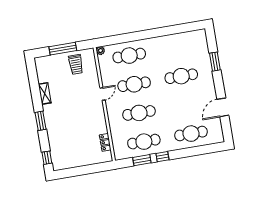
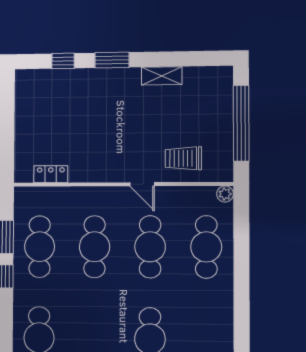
window: (63, 49) -> (241, 123), width x1.46
trolley: (76, 64) -> (183, 158), moved
window: (47, 158) -> (63, 61), moved

